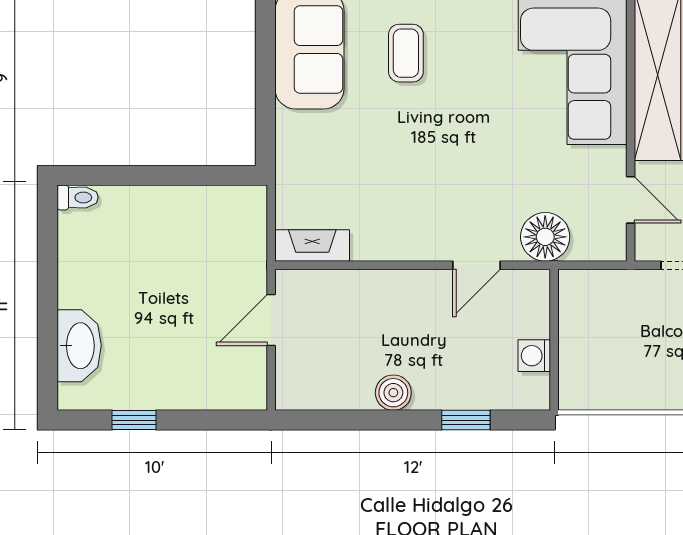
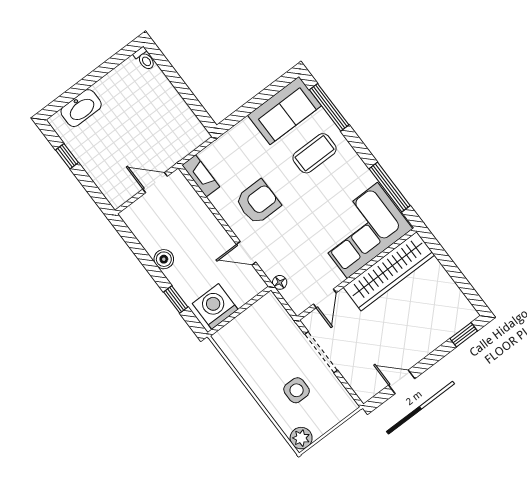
coffee table: (406, 53) -> (315, 153), width x1.36, depth x1.30
armchair: (414, 191) -> (258, 202), added
floor lamp: (545, 237) -> (280, 282), width x0.53, depth x0.53
washing machine: (534, 356) -> (215, 306), width x1.89, depth x1.89

